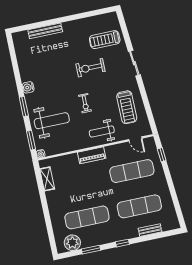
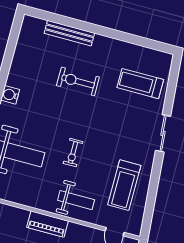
exercise bike: (90, 68) -> (78, 81), moved
weight bench: (102, 132) -> (76, 200), turned 180

